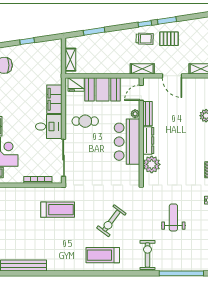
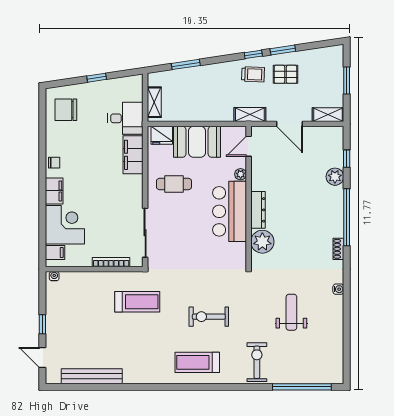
bench: (148, 114) -> (257, 174), removed
desk: (49, 127) -> (125, 118), moved
exercise bike: (111, 221) -> (209, 317), turned 53

